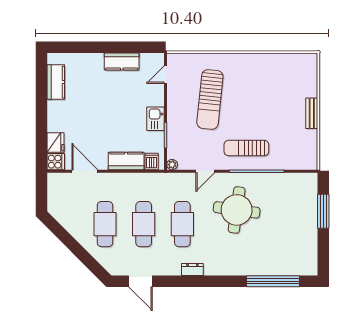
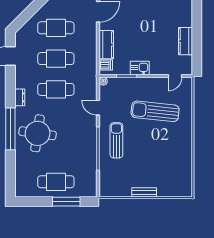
door: (165, 75) -> (175, 76), swing flipped
round table: (237, 210) -> (38, 133), moved
cafe table: (298, 224) -> (56, 182), added
window: (273, 281) -> (10, 129), moved

